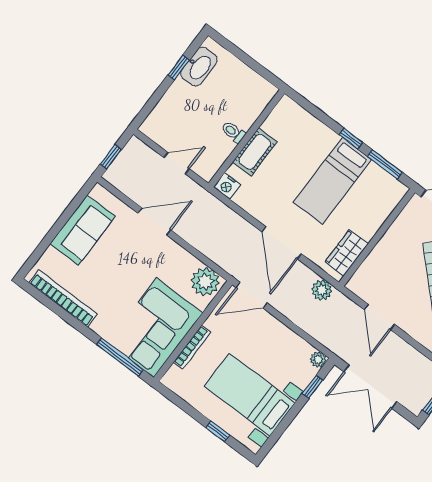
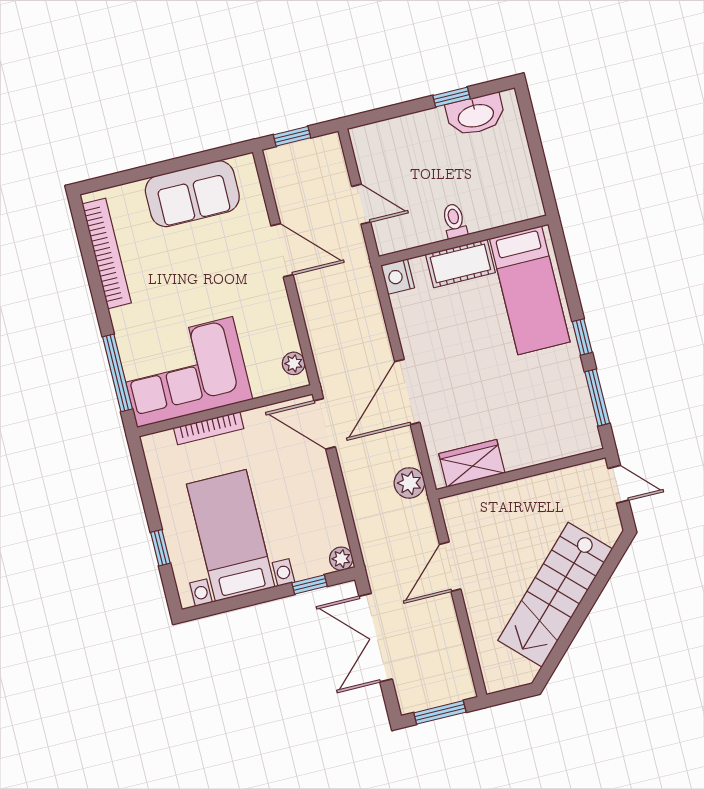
bed: (332, 181) -> (530, 290), moved, turned -90
plant: (205, 282) -> (294, 363), width x0.53, depth x0.53

